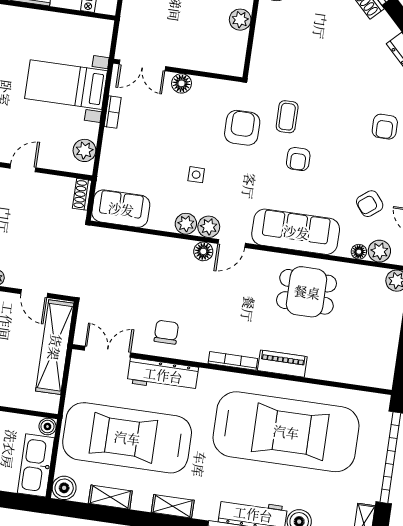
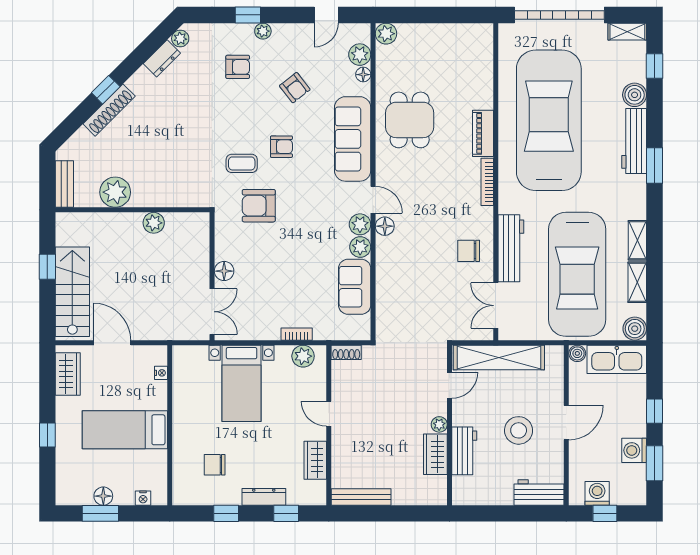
bookcase: (113, 112) -> (297, 334), moved
side table: (196, 175) -> (311, 244), removed
armchair: (370, 204) -> (295, 88), moved
sofa: (121, 209) -> (355, 287), moved
shelving: (173, 506) -> (637, 240), moved

